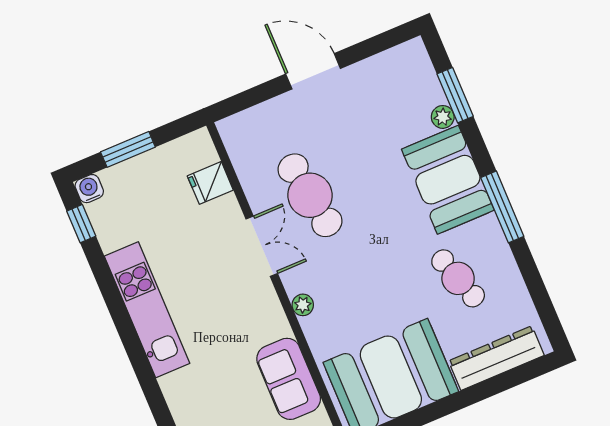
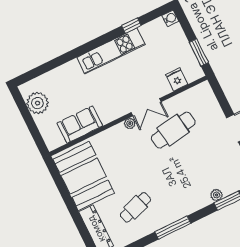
window: (128, 149) -> (199, 52), moved
booth: (448, 180) -> (185, 199), removed
window: (81, 224) -> (131, 26), moved
plant: (303, 305) -> (130, 124), moved

